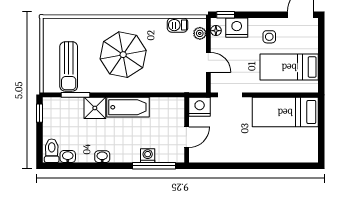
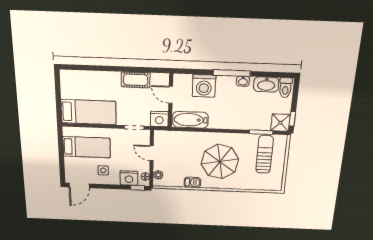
barbecue: (178, 25) -> (192, 182), moved
bathtub: (128, 107) -> (190, 120), moved
shower: (95, 108) -> (280, 123), moved
door: (187, 137) -> (171, 95), hinge flipped
cot: (228, 153) -> (136, 80), added
washing machine: (148, 156) -> (204, 86), width x1.89, depth x1.89
washbasin: (68, 157) -> (266, 84), width x1.91, depth x1.45
window: (154, 166) -> (232, 73), moved

